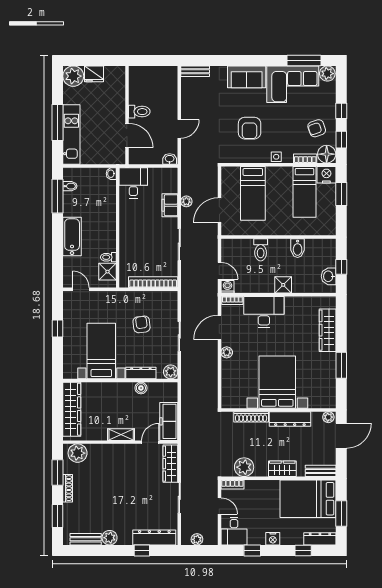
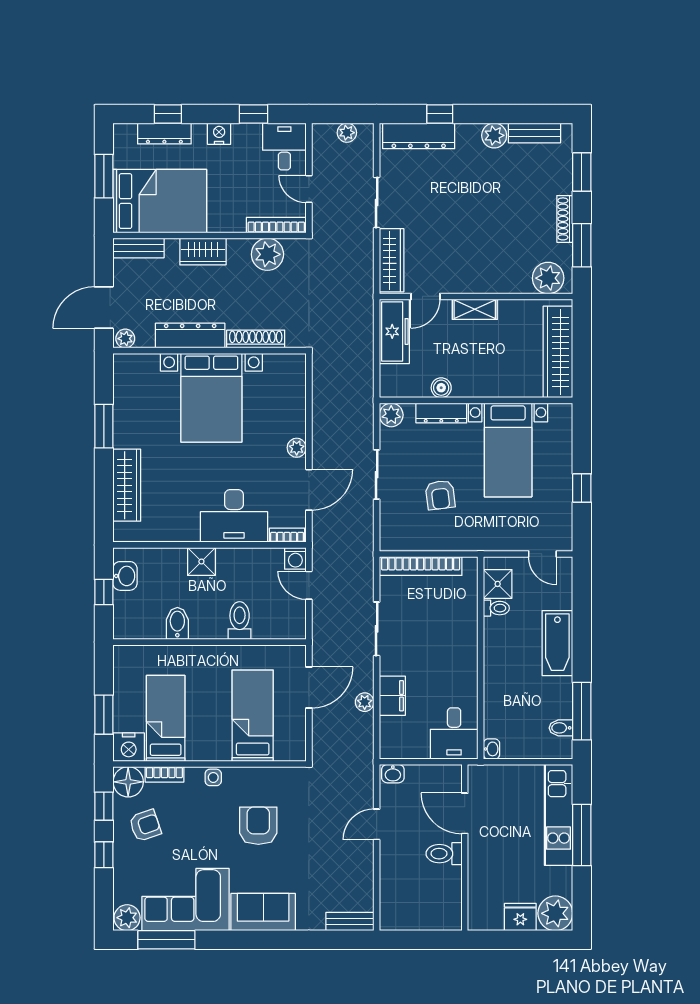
bookcase: (232, 484) -> (276, 225), width x1.56
dresser: (320, 539) -> (164, 133), moved

